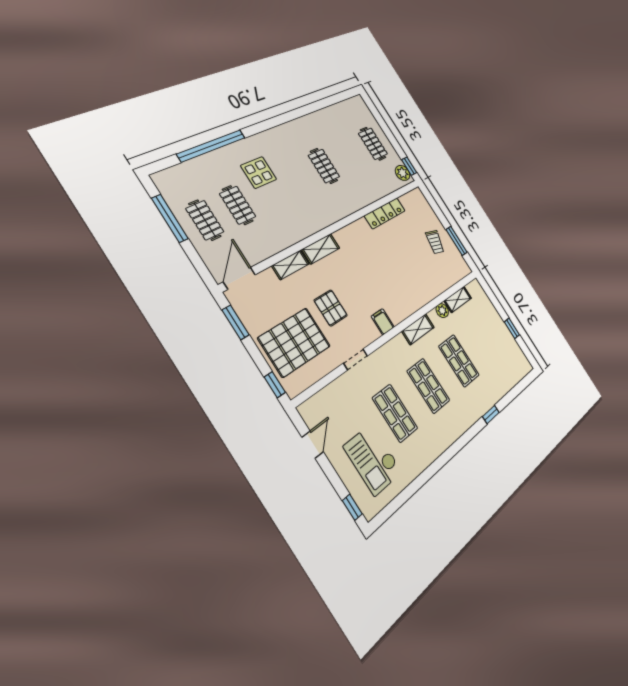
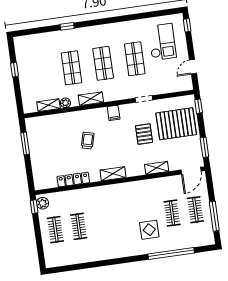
clothes rail: (324, 166) -> (79, 226), moved
trolley: (435, 242) -> (88, 141), moved
shelving: (321, 249) -> (113, 174), moved

